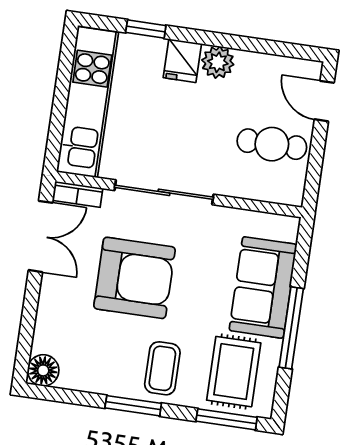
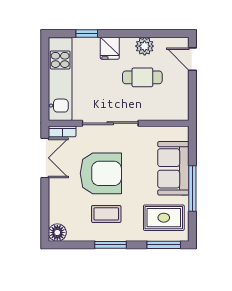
plant: (218, 62) -> (145, 46), moved
cafe table: (272, 144) -> (142, 77), moved
coffee table: (162, 368) -> (106, 214), moved, turned 90
rug: (234, 372) -> (164, 218), turned 90

